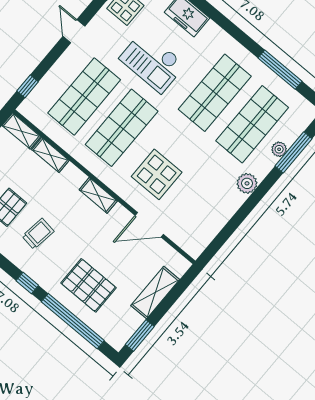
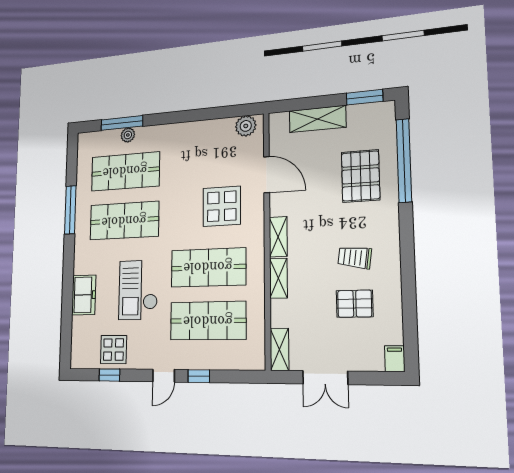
checkout: (152, 62) -> (138, 290), turned 180
window: (280, 70) -> (70, 210), moved
window: (28, 86) -> (199, 376), moved
shelving: (50, 155) -> (278, 278), moved
plant: (247, 183) -> (246, 126), moved
window: (27, 283) -> (406, 228), removed

